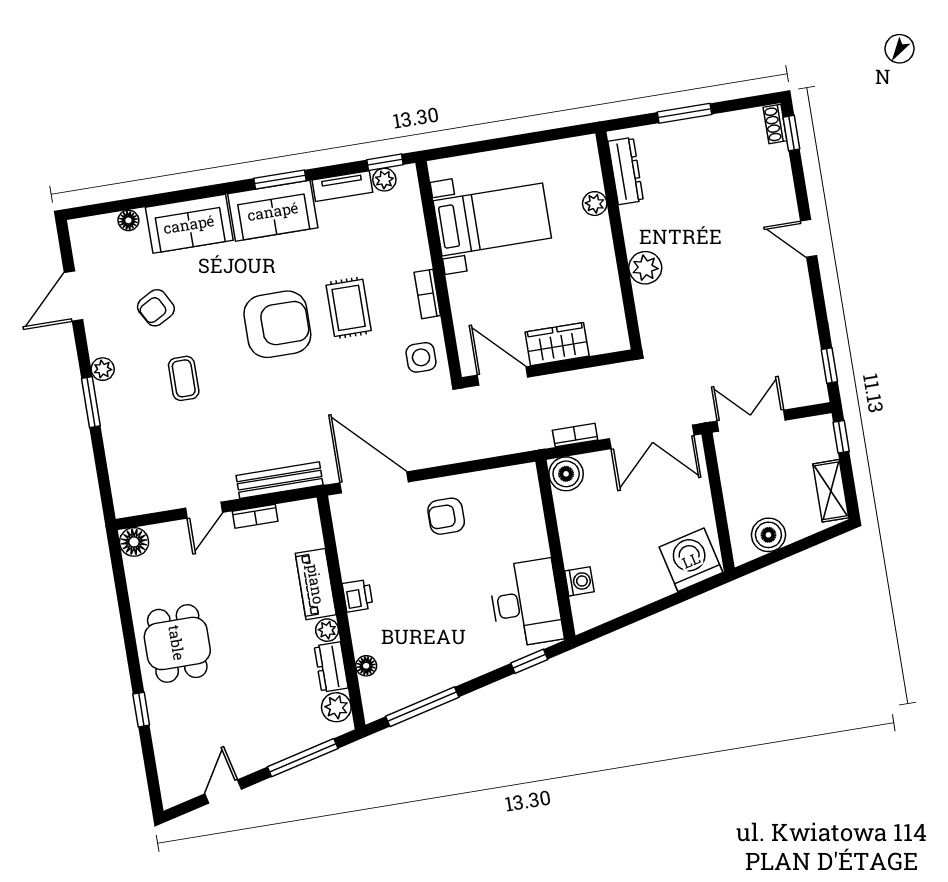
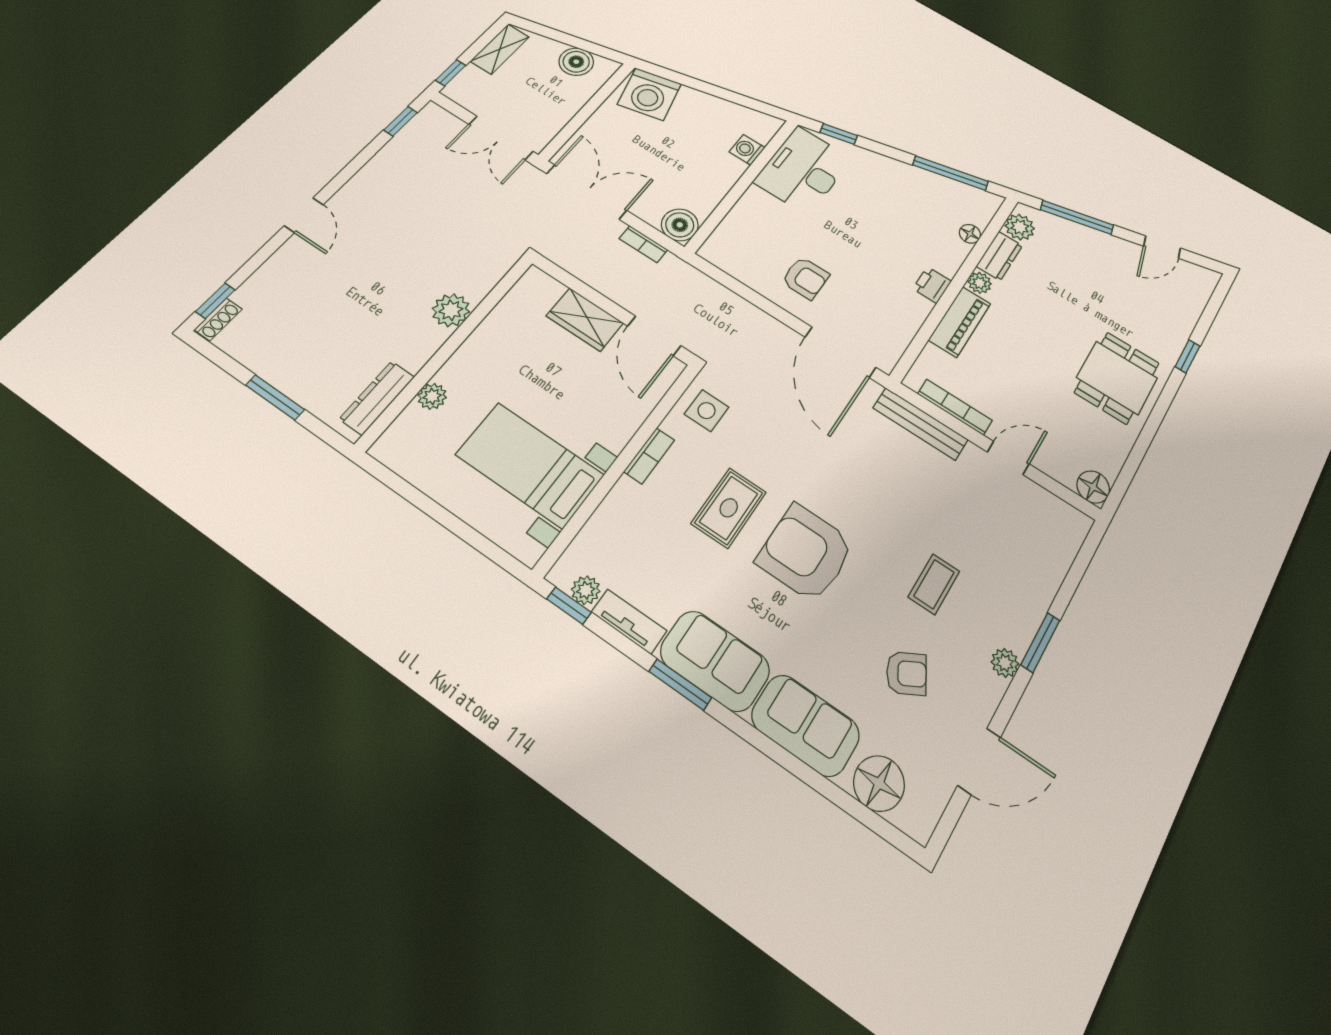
floor lamp: (128, 220) -> (879, 783), width x1.89, depth x1.89
bookcase: (255, 516) -> (955, 407), width x1.56

